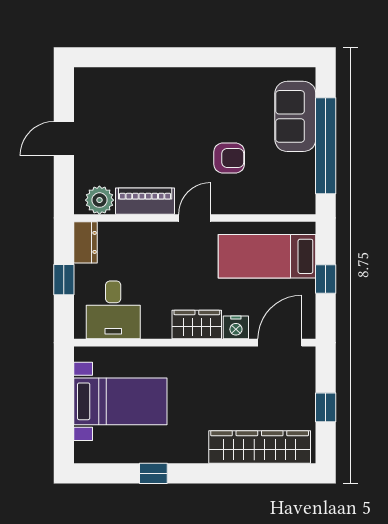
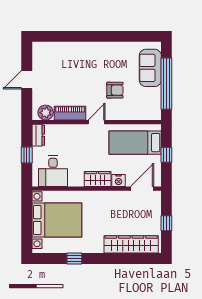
bed with nightstands: (120, 401) -> (57, 220), width x1.36

